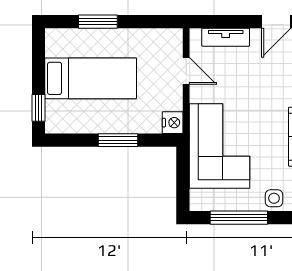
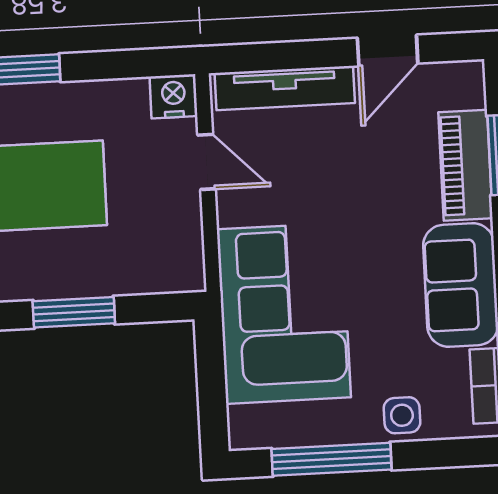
tv unit: (226, 37) -> (285, 88), width x1.41
nightstand: (173, 123) -> (174, 96), moved, turned -90

